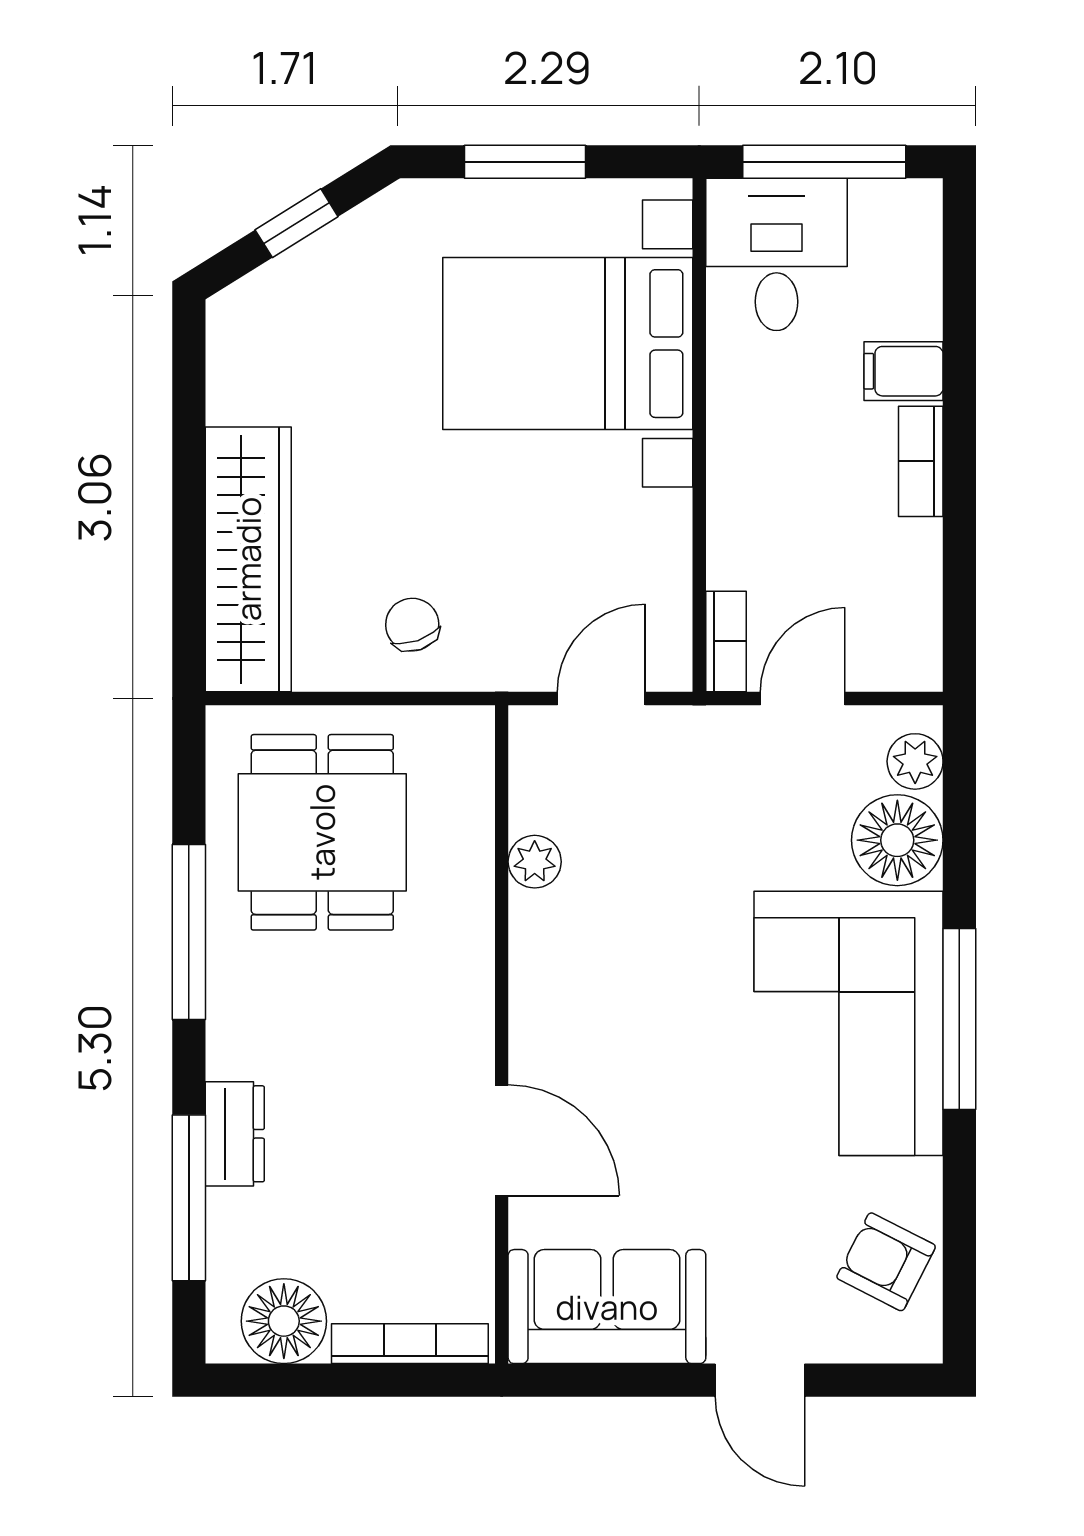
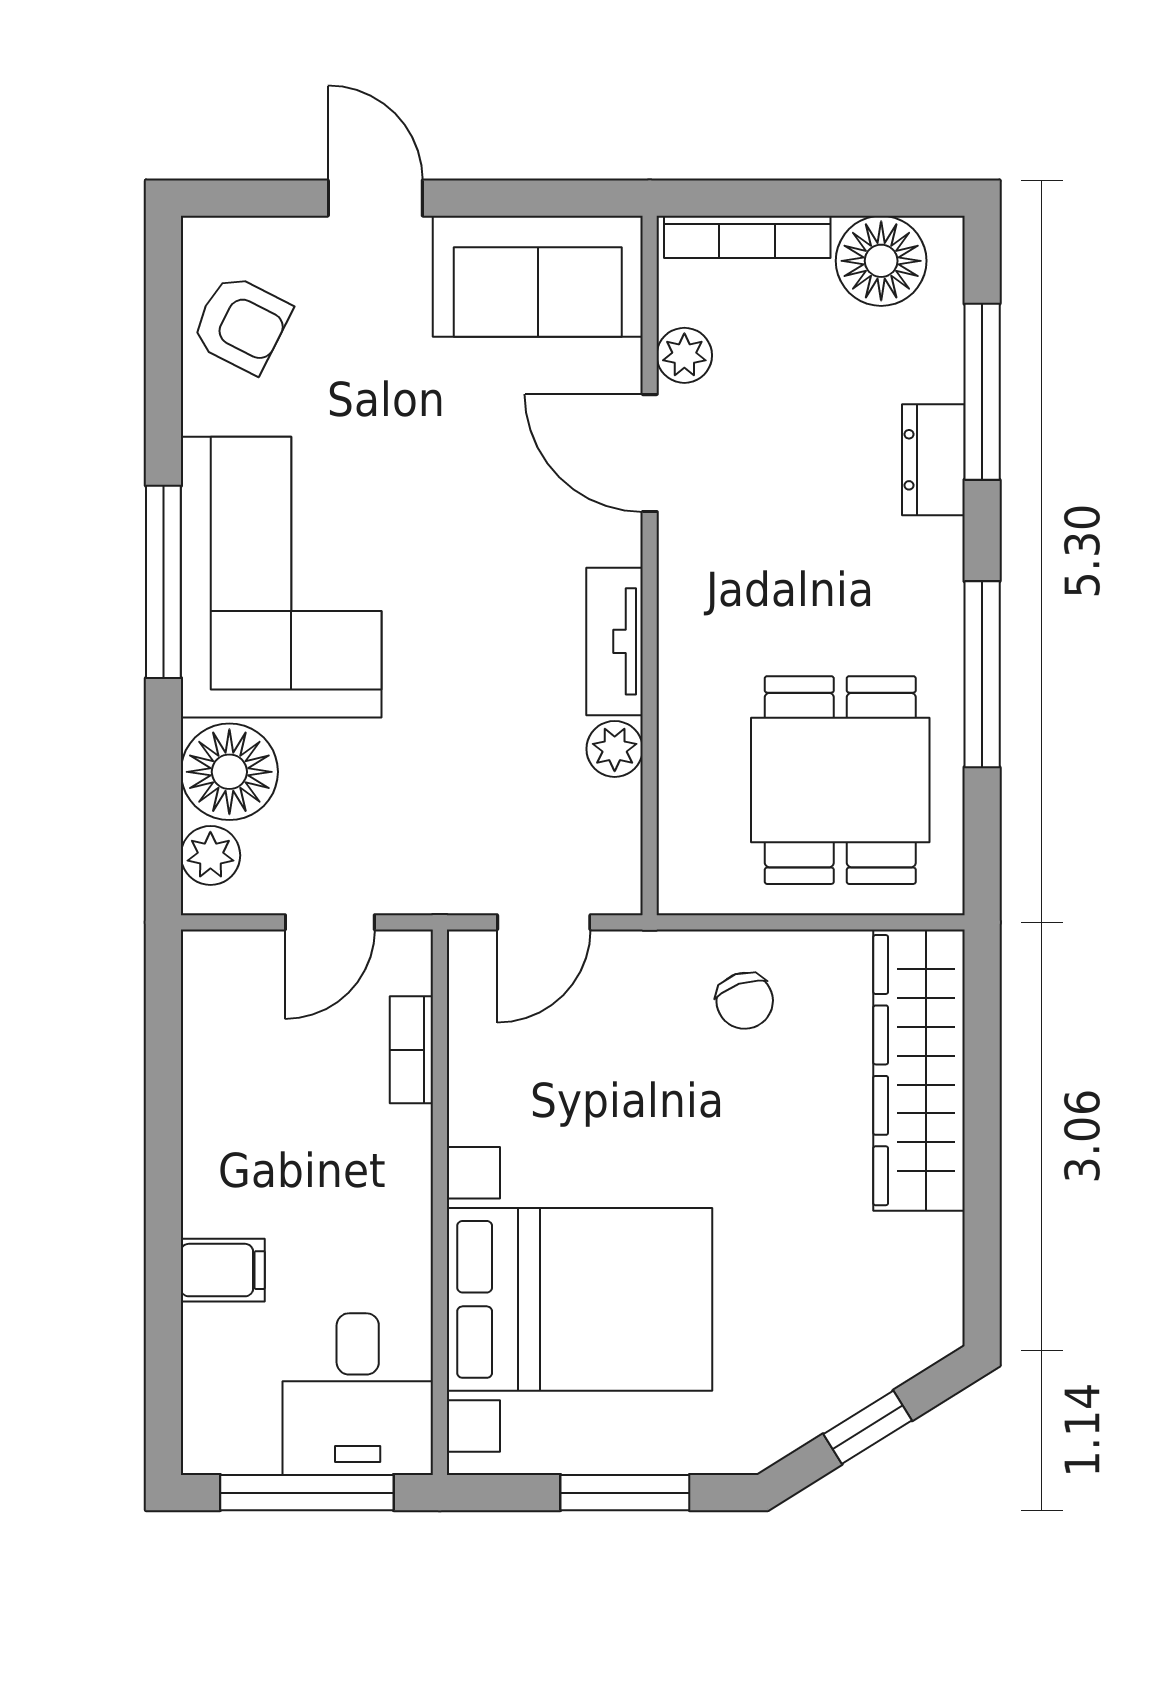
bookcase: (921, 461) -> (204, 1174), removed
bookcase: (726, 641) -> (411, 1050), moved
tv unit: (535, 963) -> (614, 641), added
plant: (469, 1232) -> (684, 355), added

